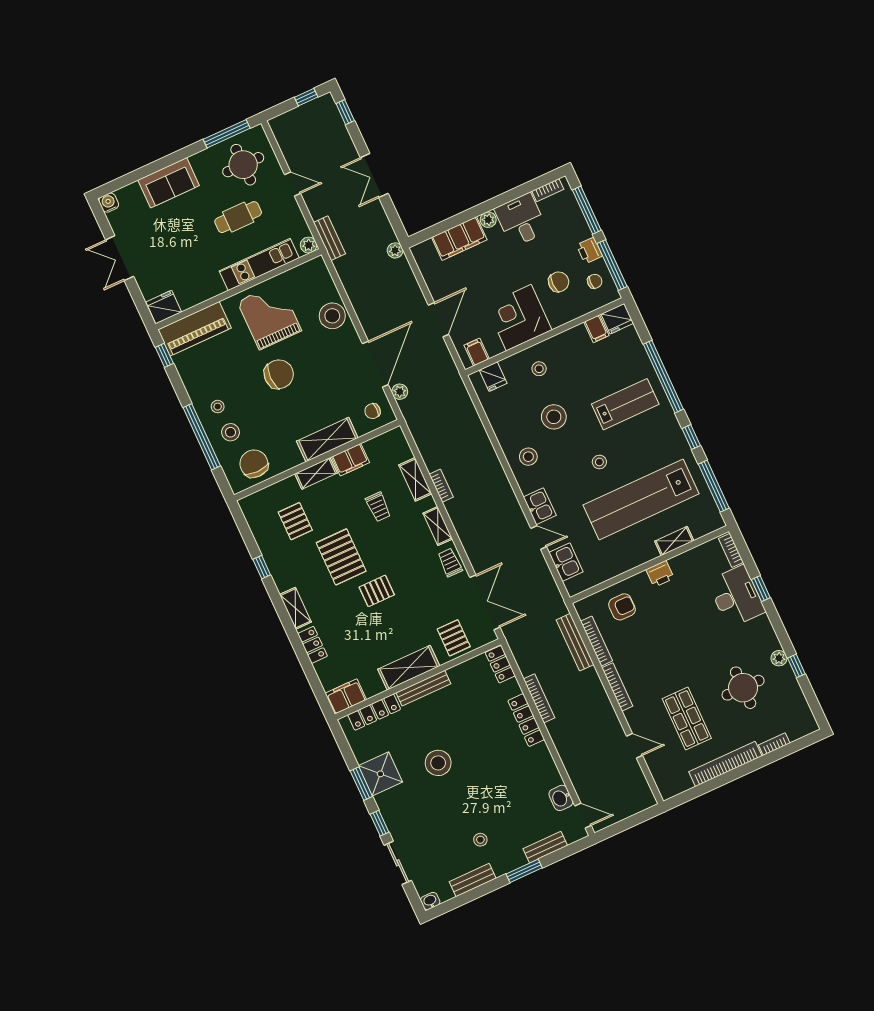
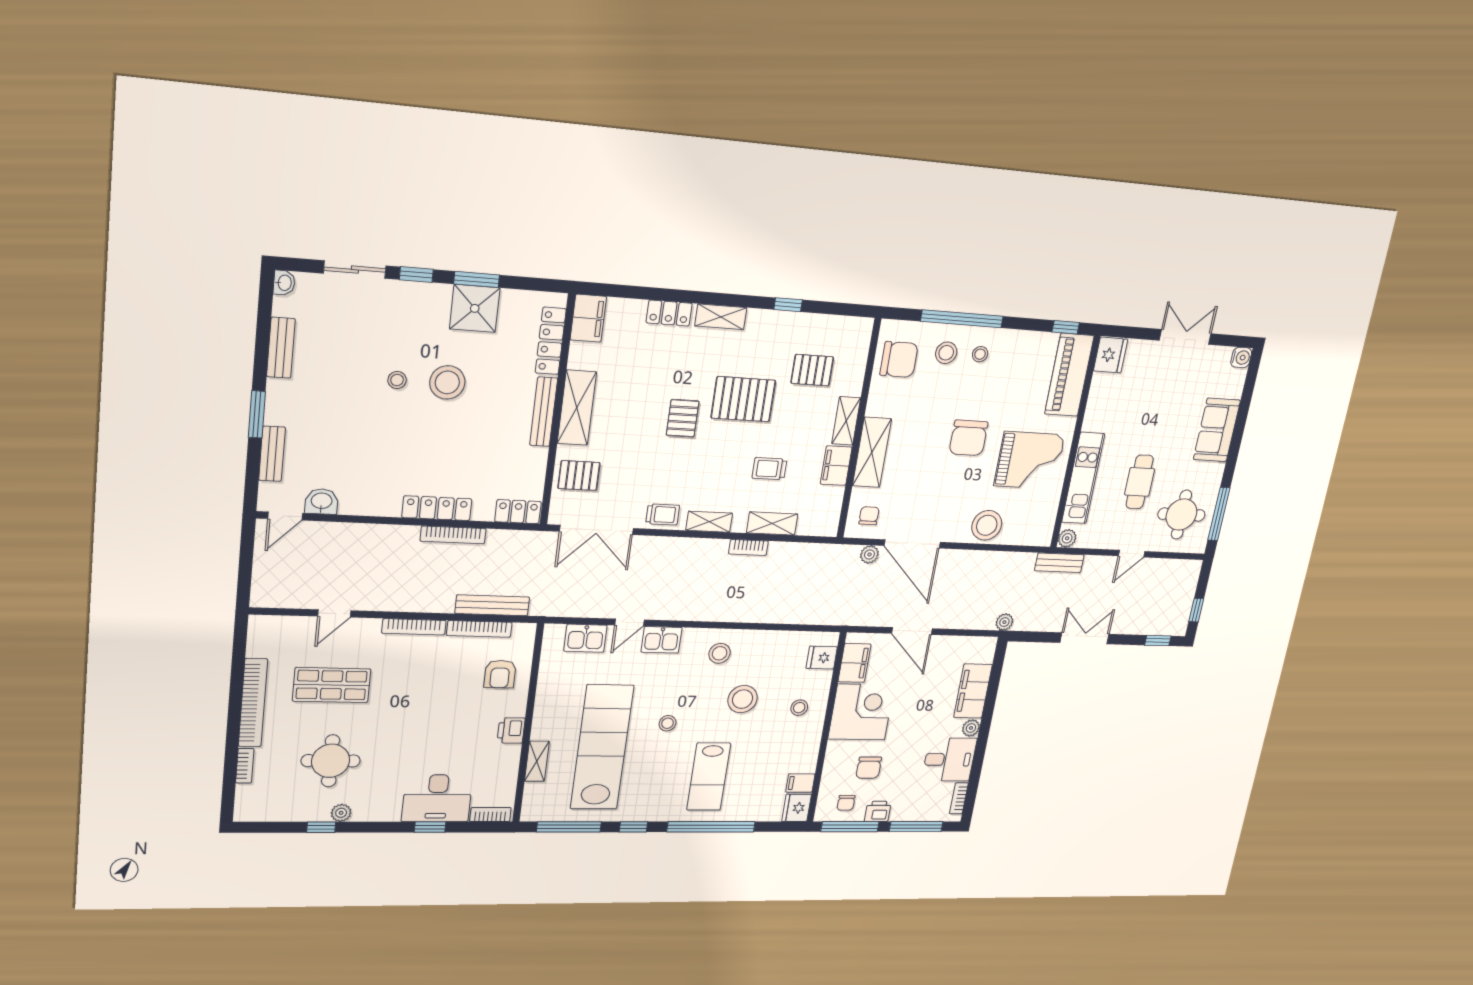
filing cabinet: (477, 352) -> (854, 663), width x2.00
stool: (480, 840) -> (397, 380), moved

